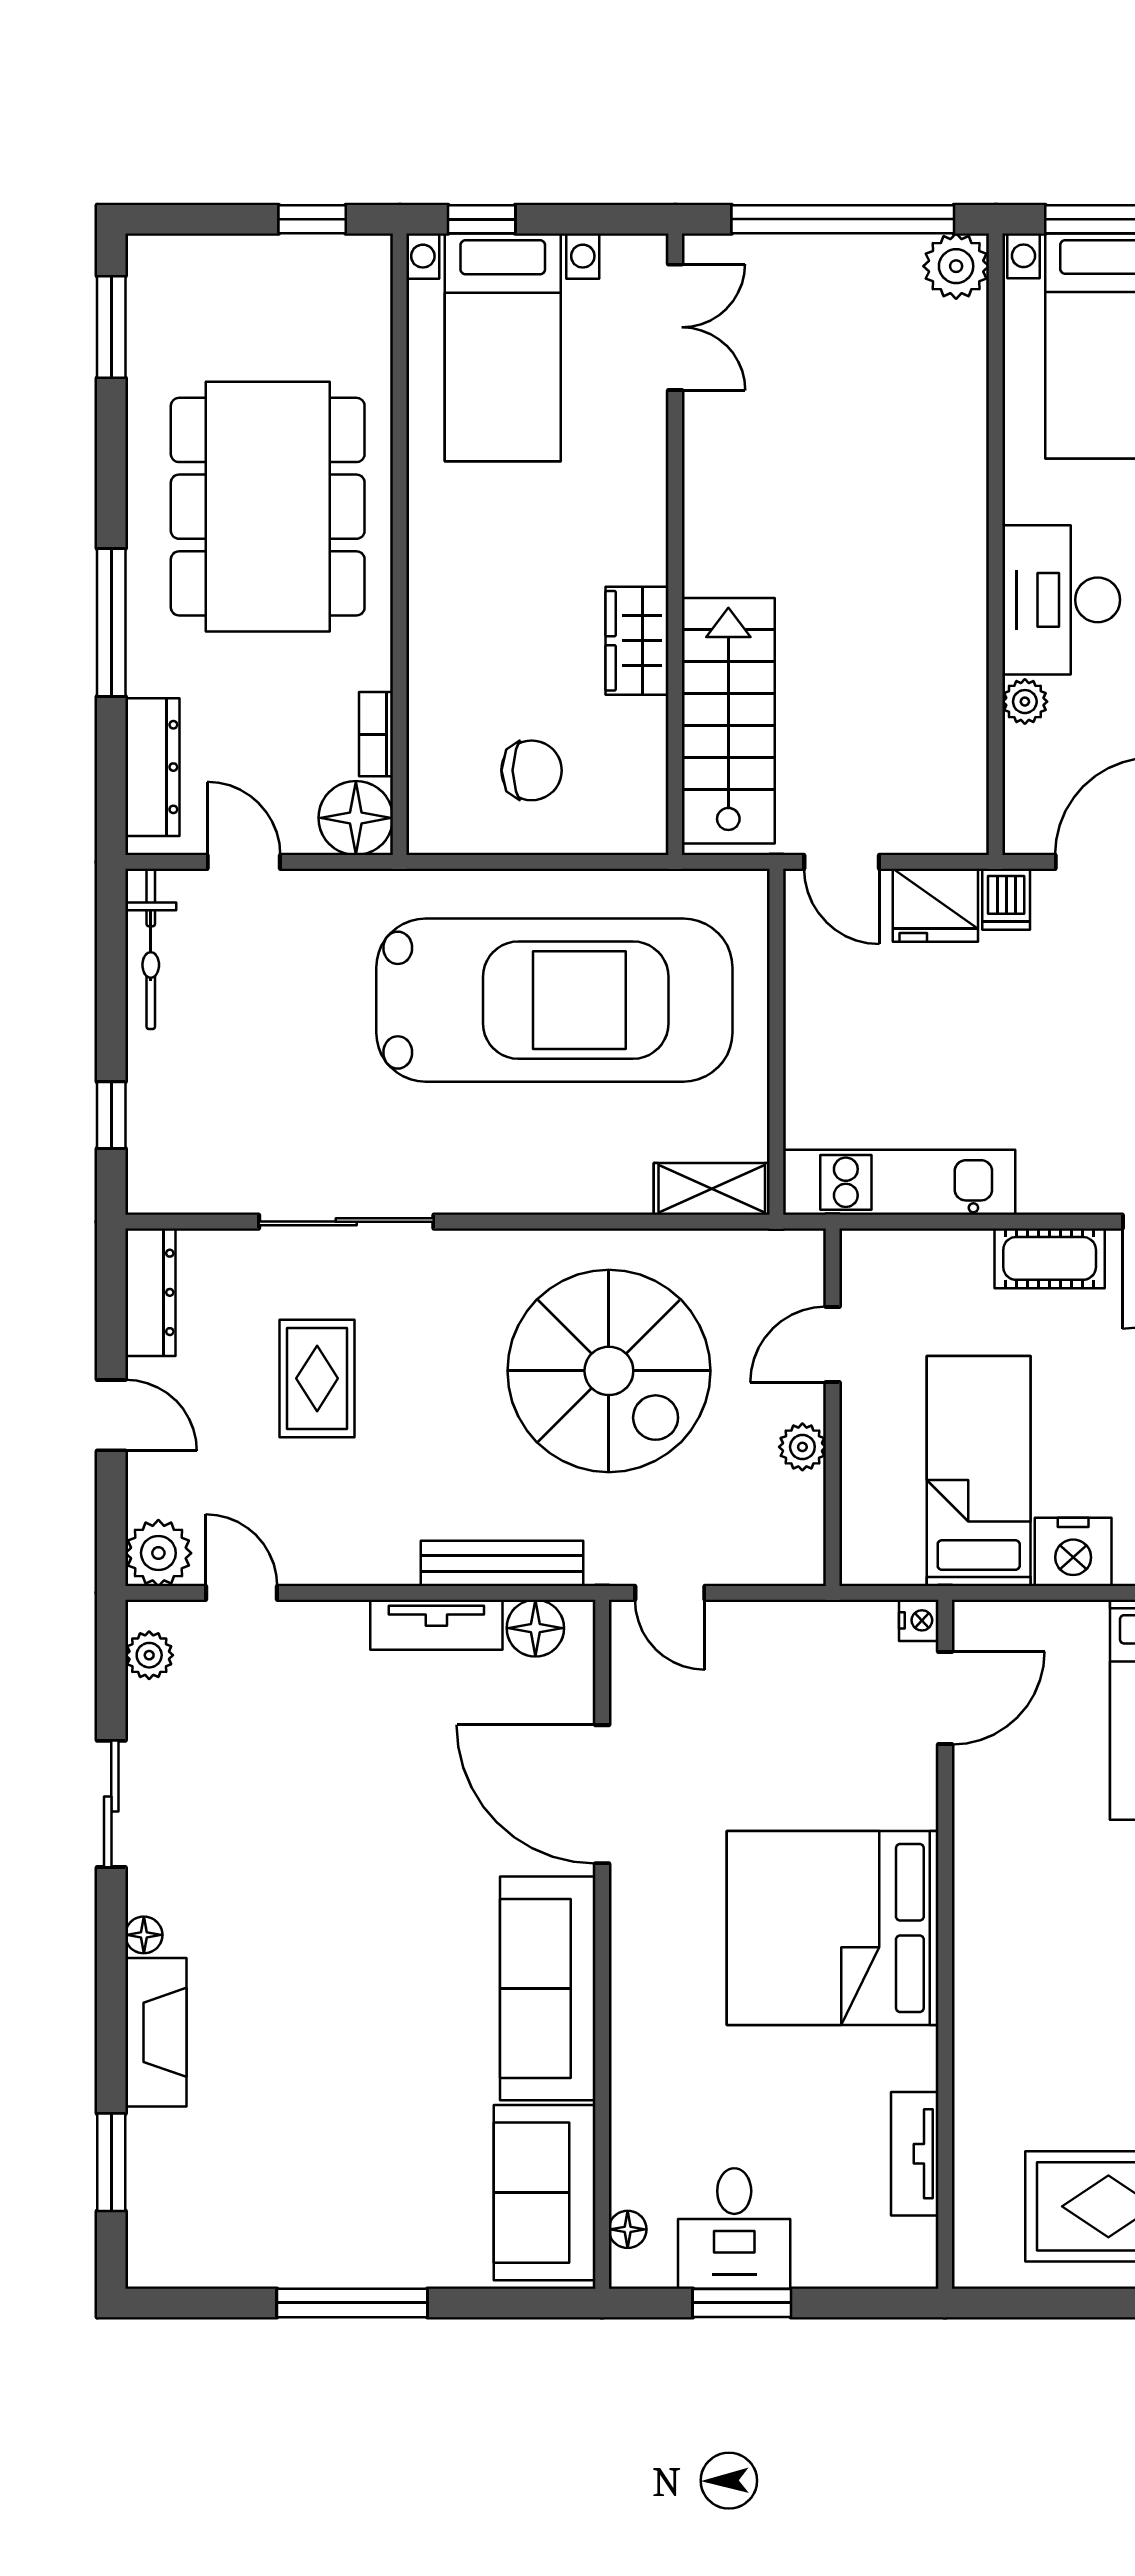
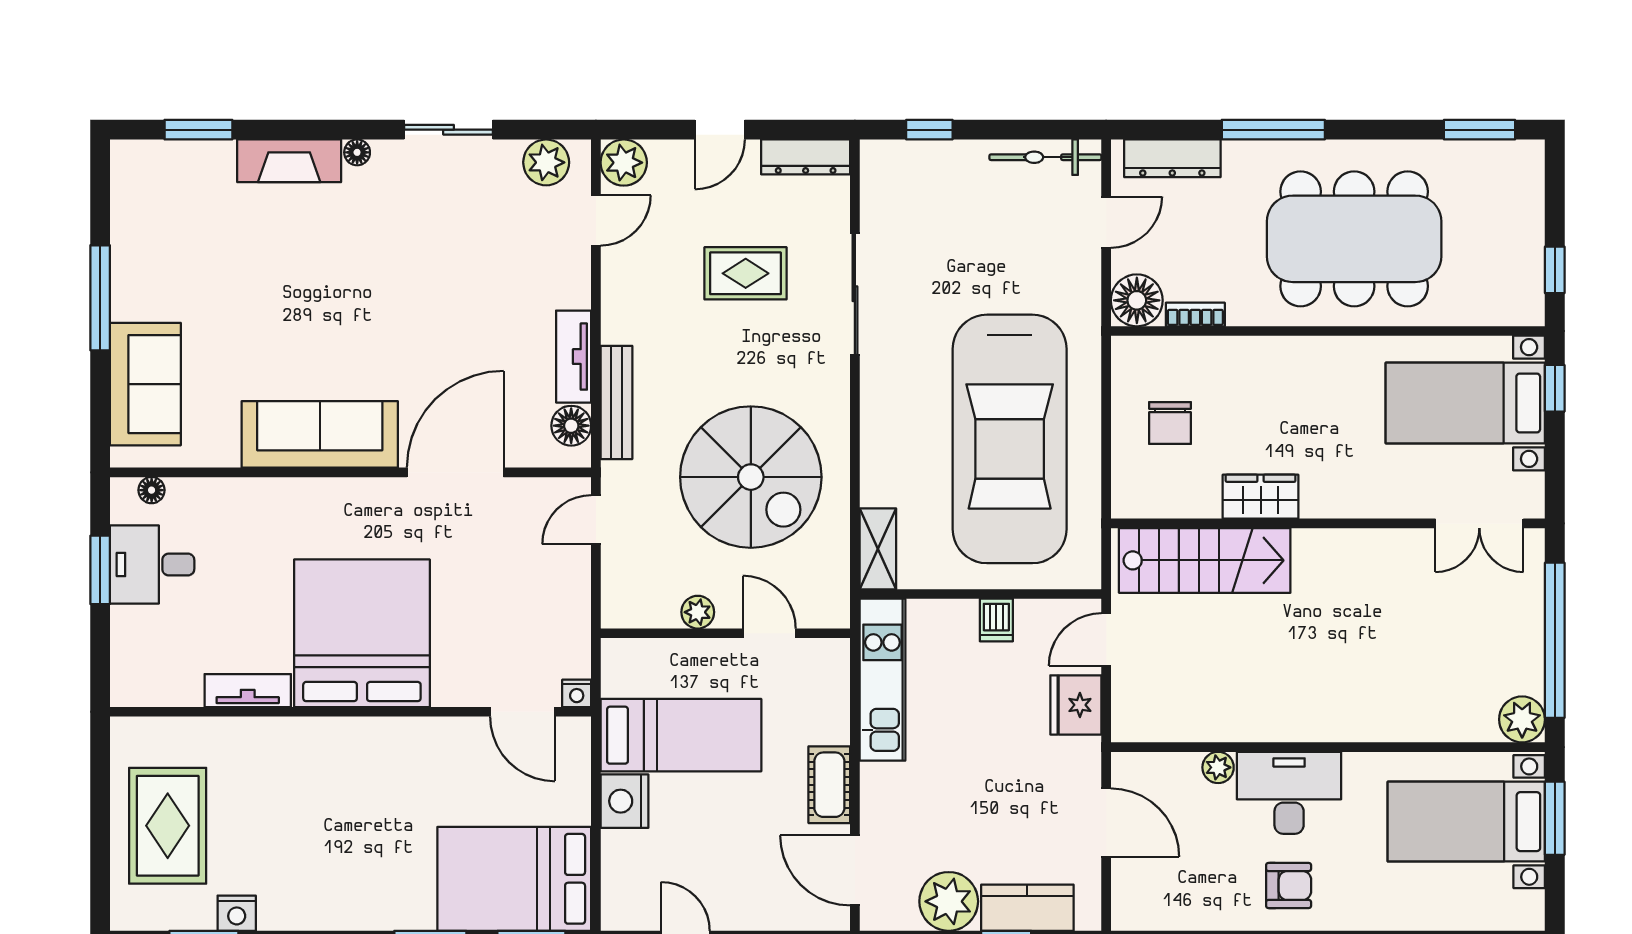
dishwasher: (1006, 899) -> (996, 620), moved, turned -90
spiral stairs: (609, 1371) -> (751, 477), turned -90
plant: (149, 1655) -> (546, 162), width x1.38, depth x1.38
tv unit: (915, 2154) -> (248, 691), moved
sofa: (545, 2193) -> (145, 384), moved, turned 90

